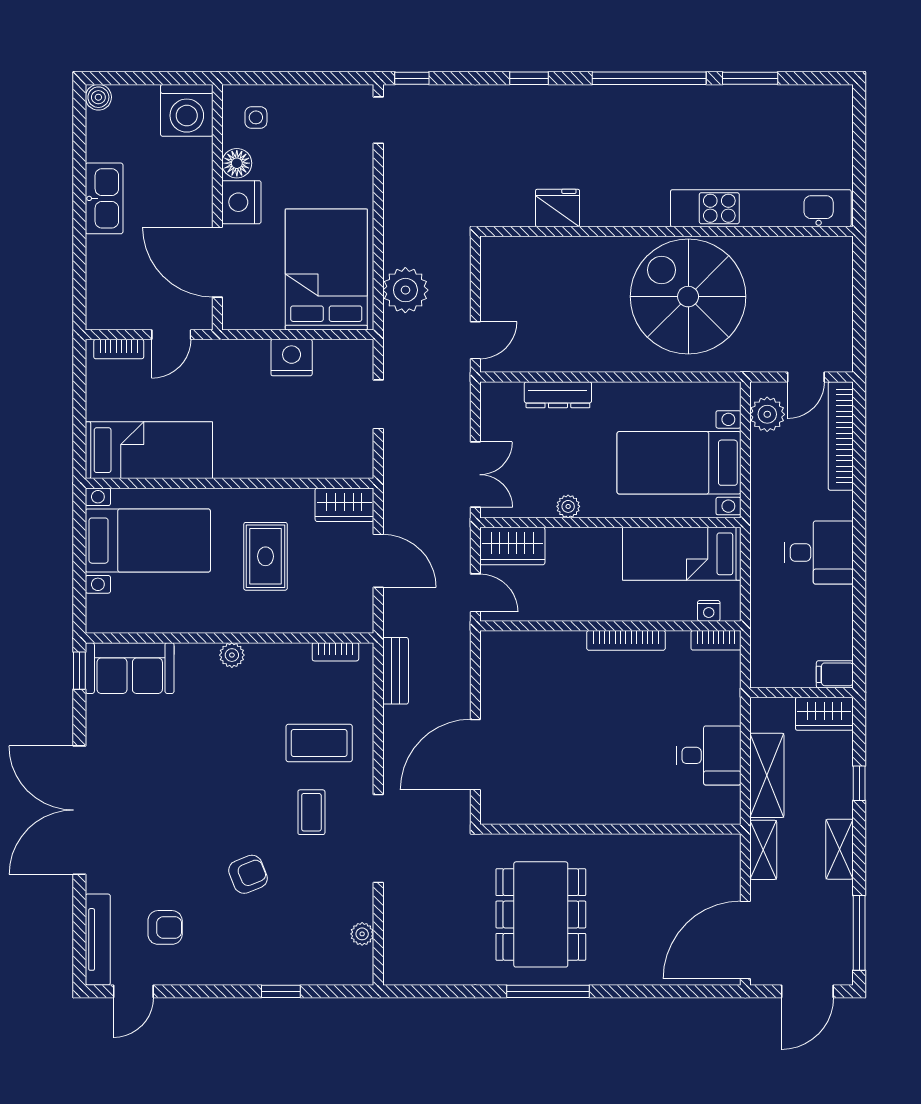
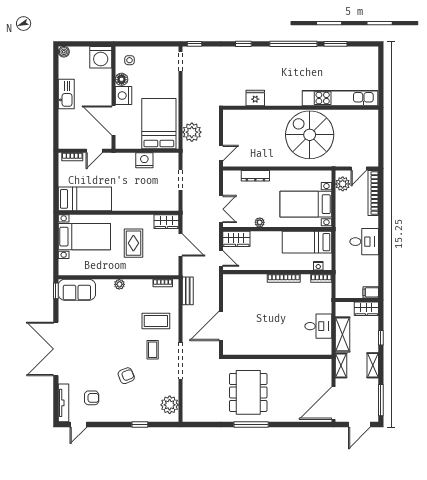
plant: (362, 934) -> (170, 405), width x1.88, depth x1.88

